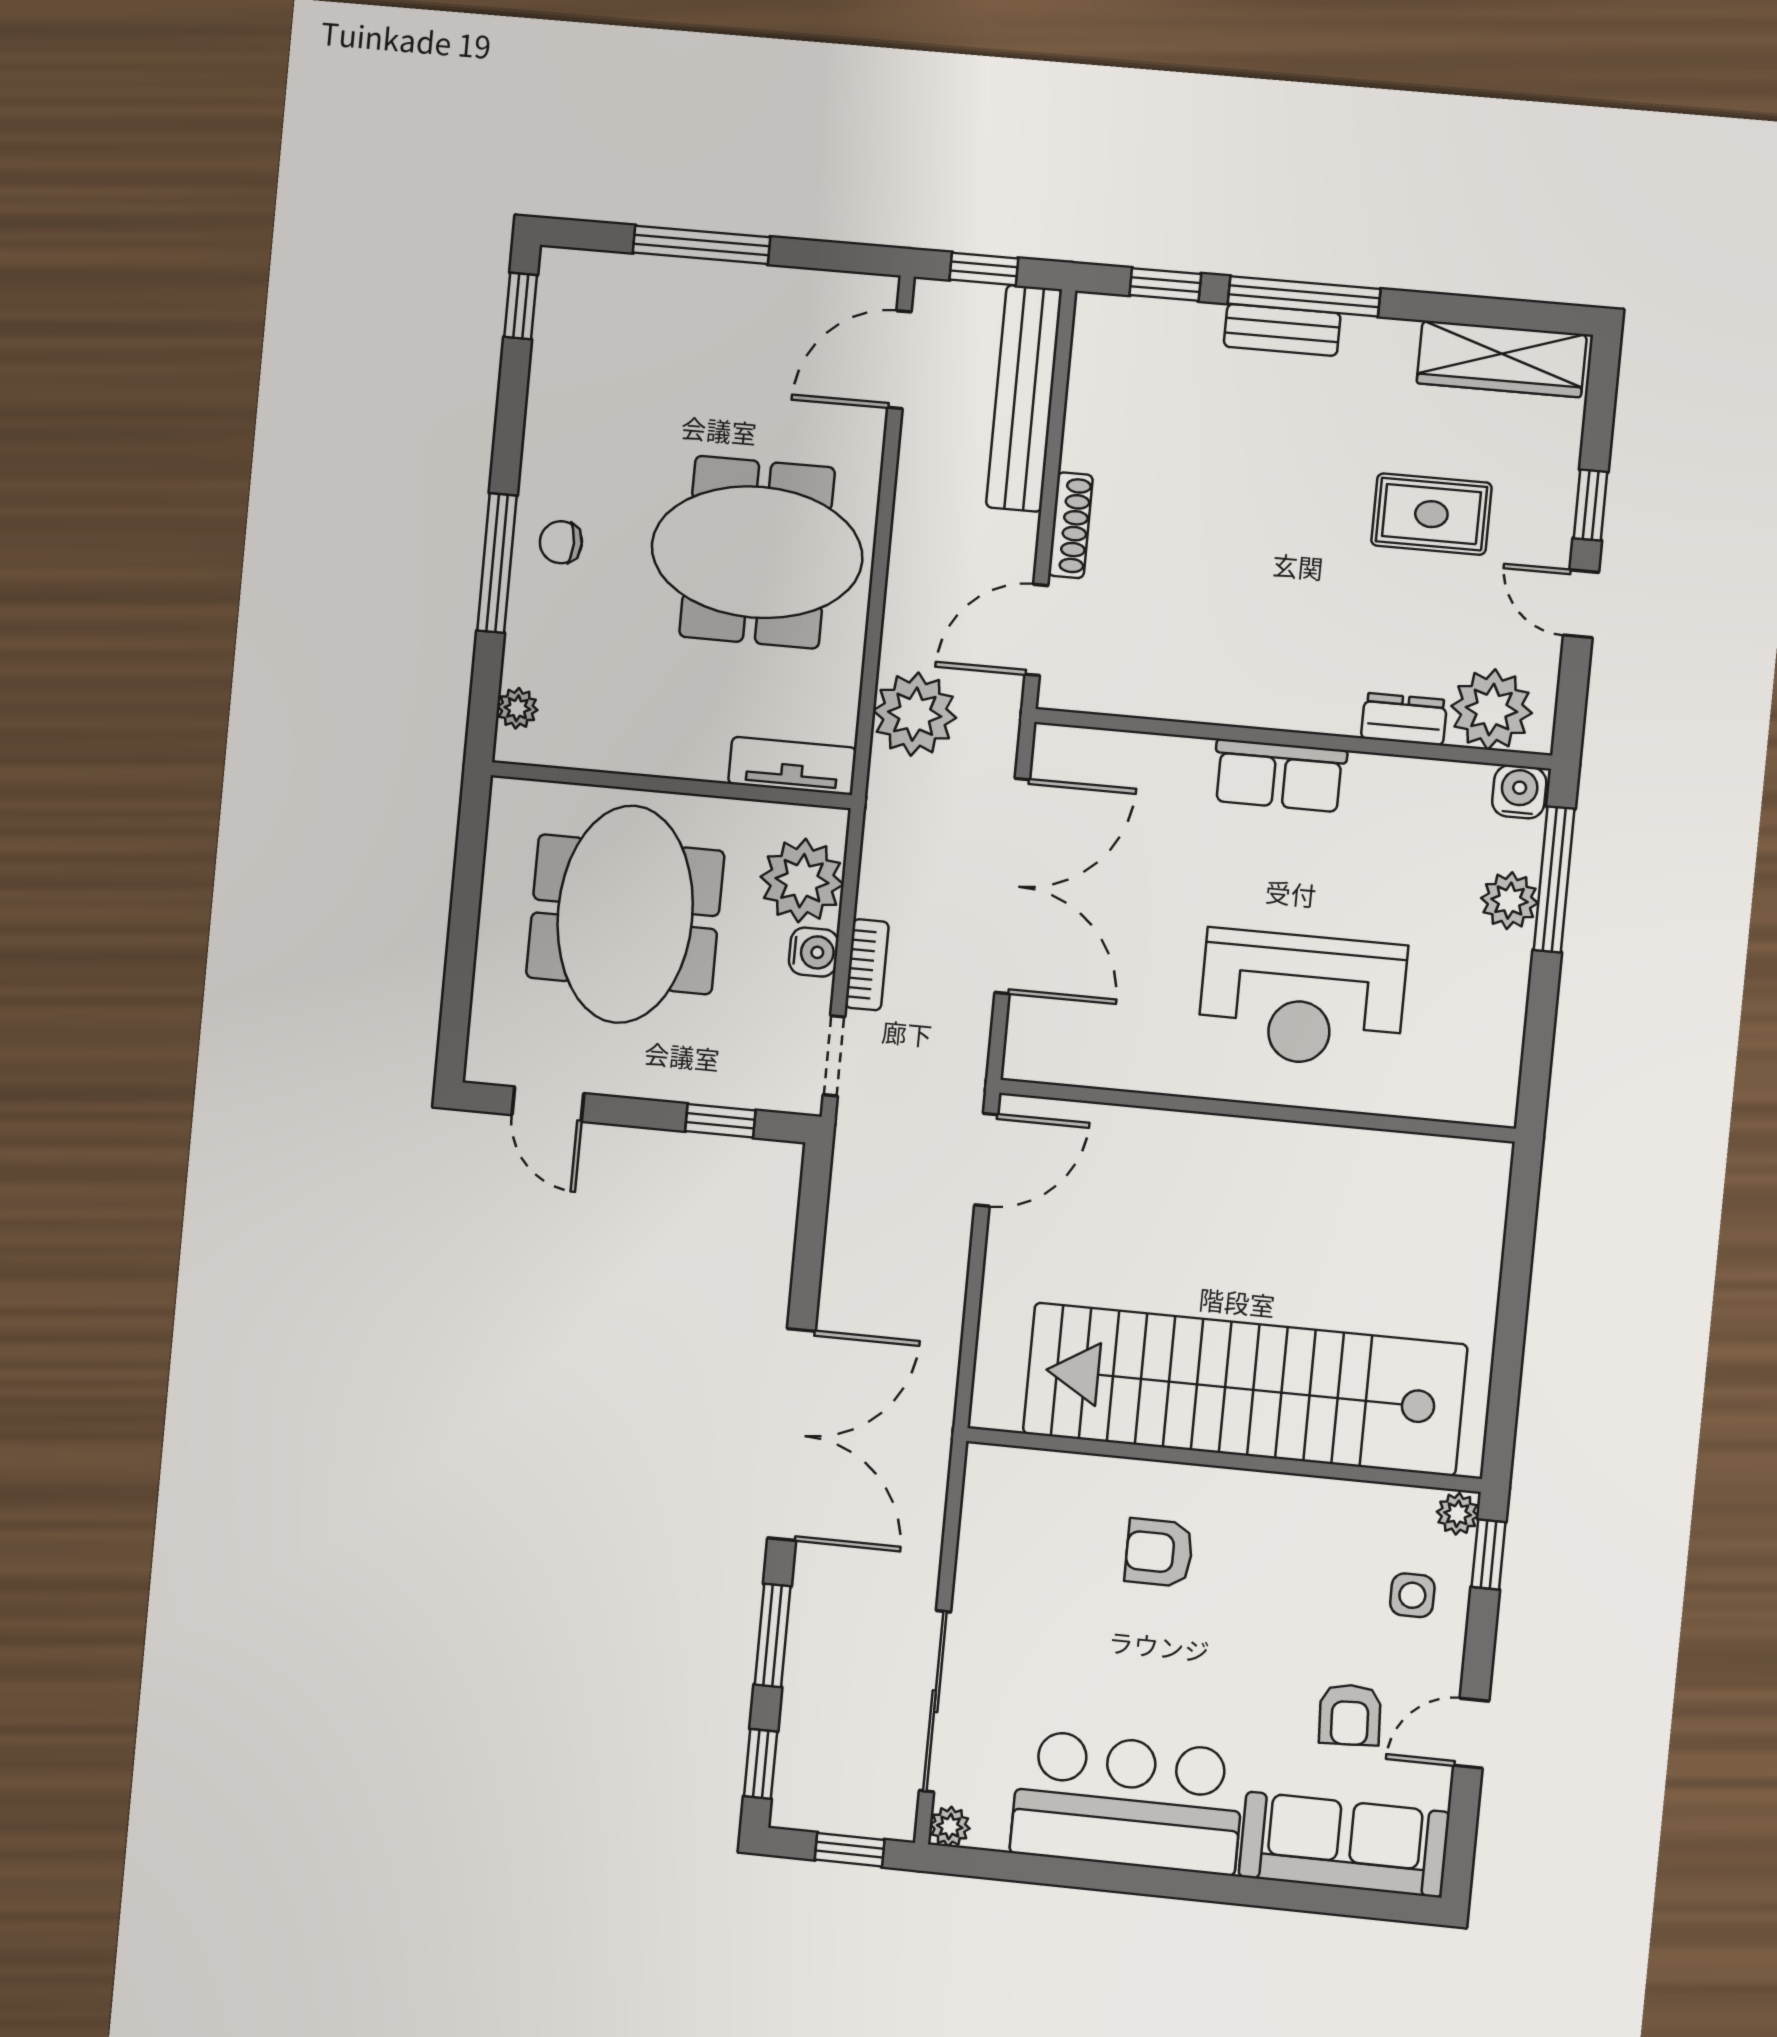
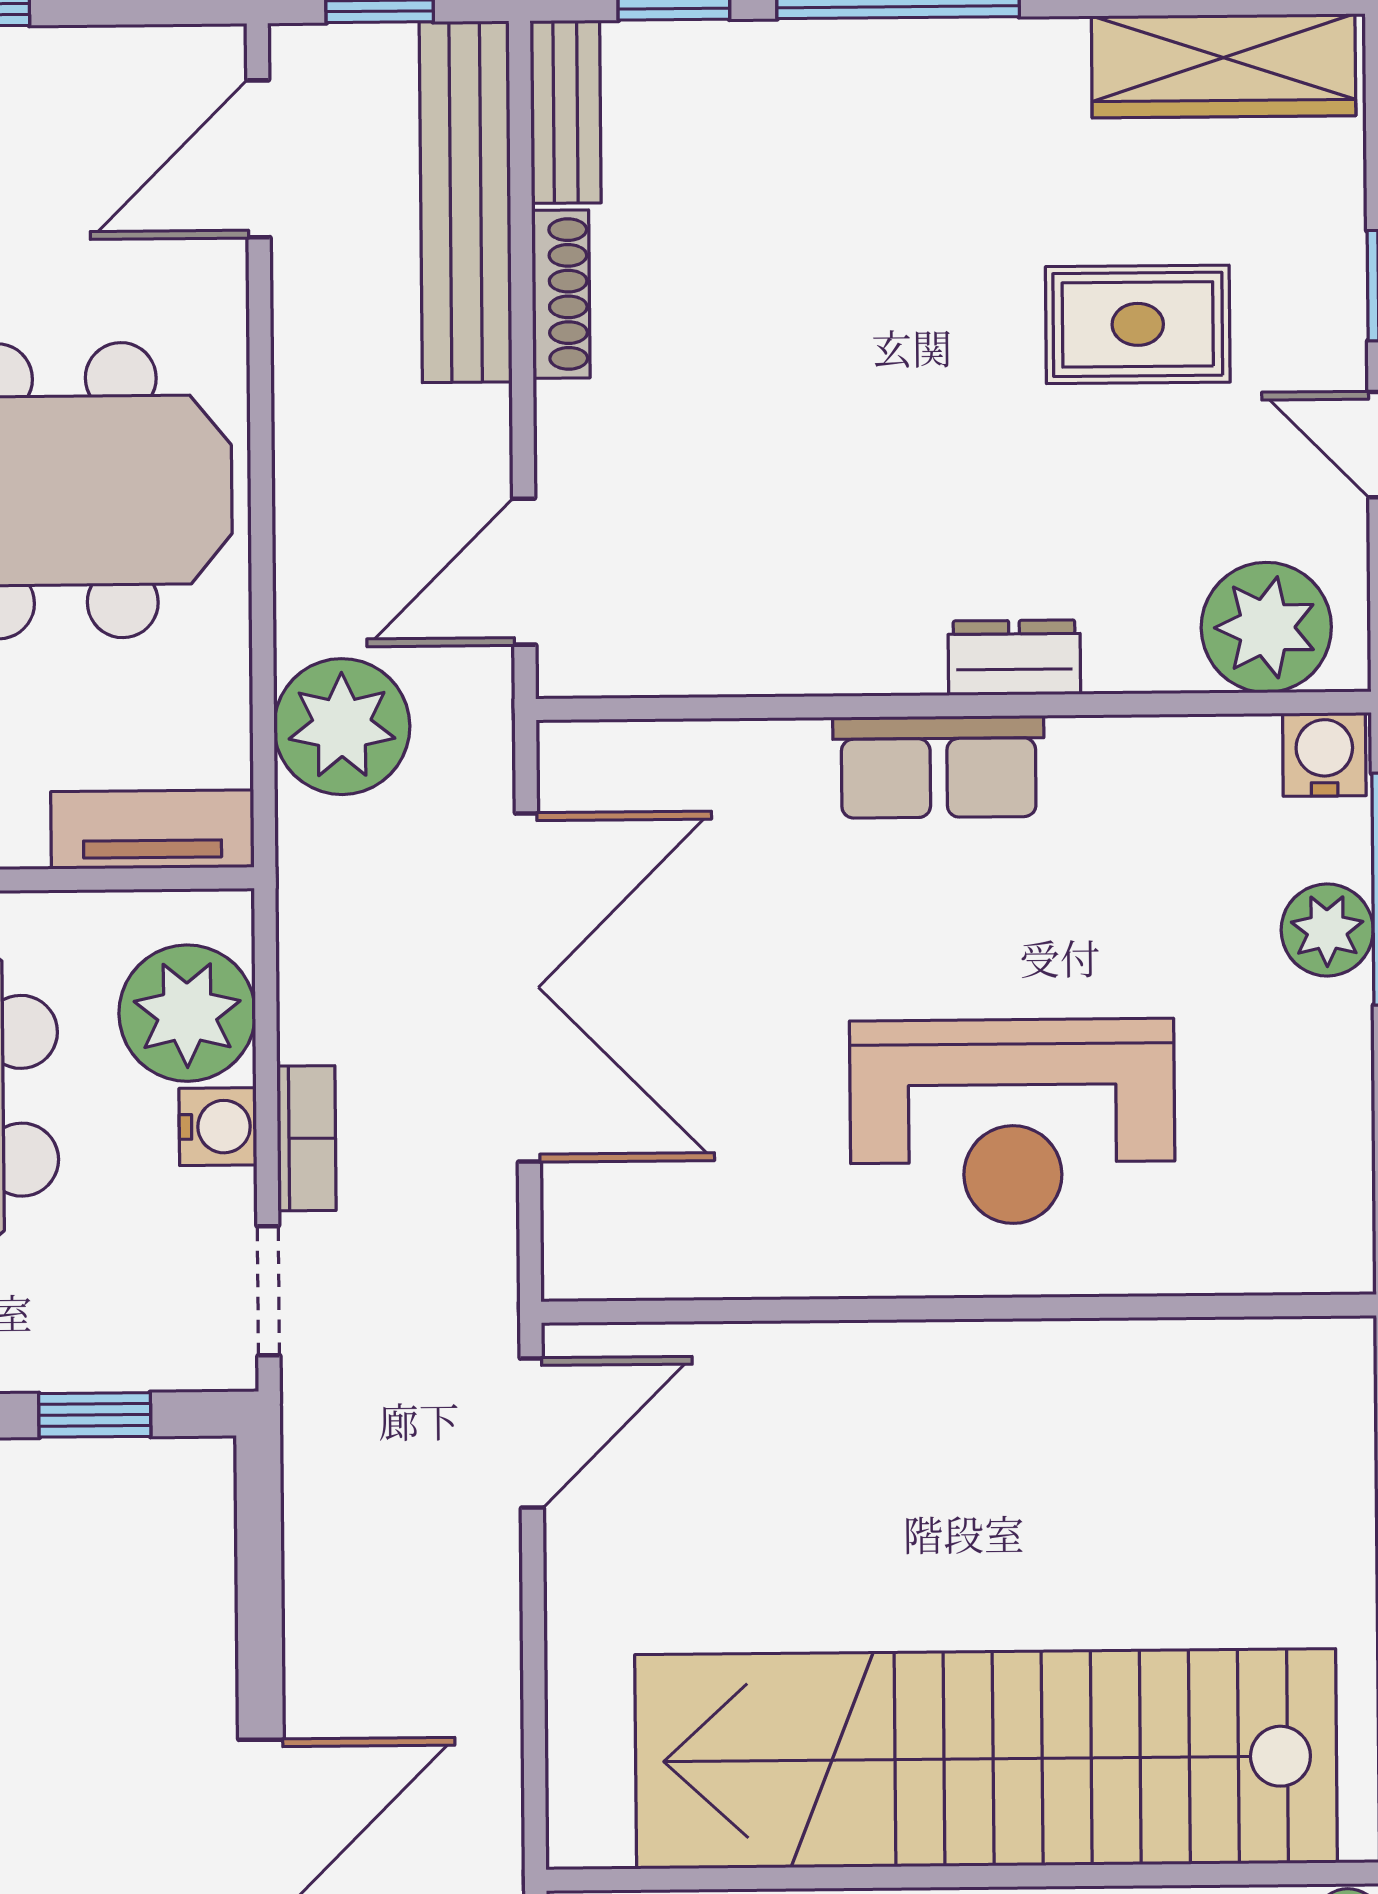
bench: (1282, 330) -> (566, 112), moved, turned 90
shoe rack: (1071, 525) -> (561, 294), moved
dresser: (1404, 719) -> (1014, 658), moved

